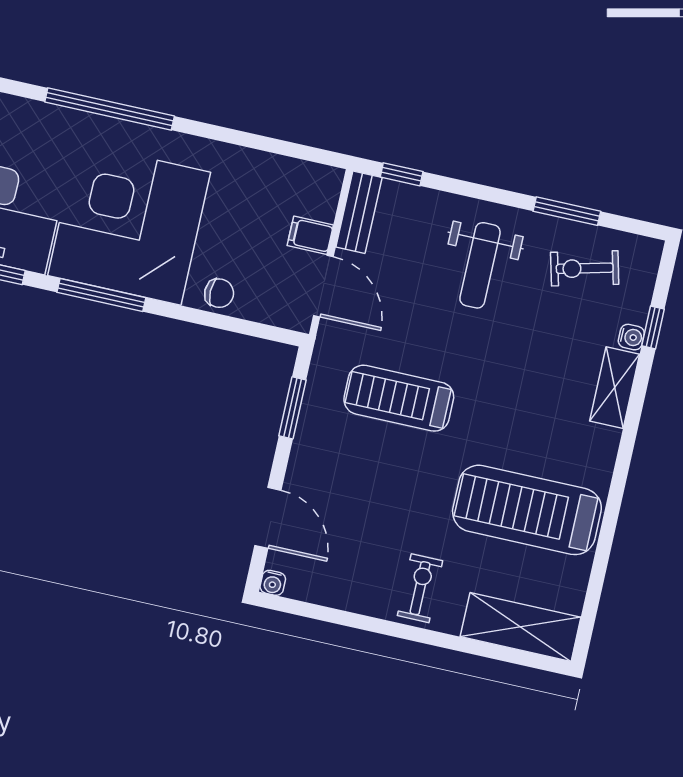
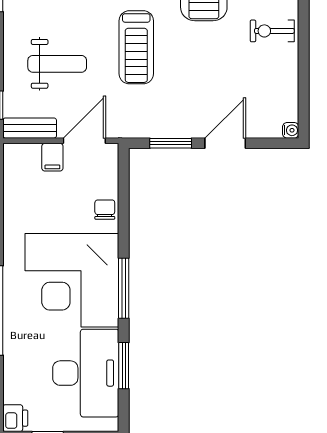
weight bench: (480, 265) -> (57, 64), moved
treadmill: (399, 398) -> (136, 47), moved
door: (268, 518) -> (225, 143), moved

